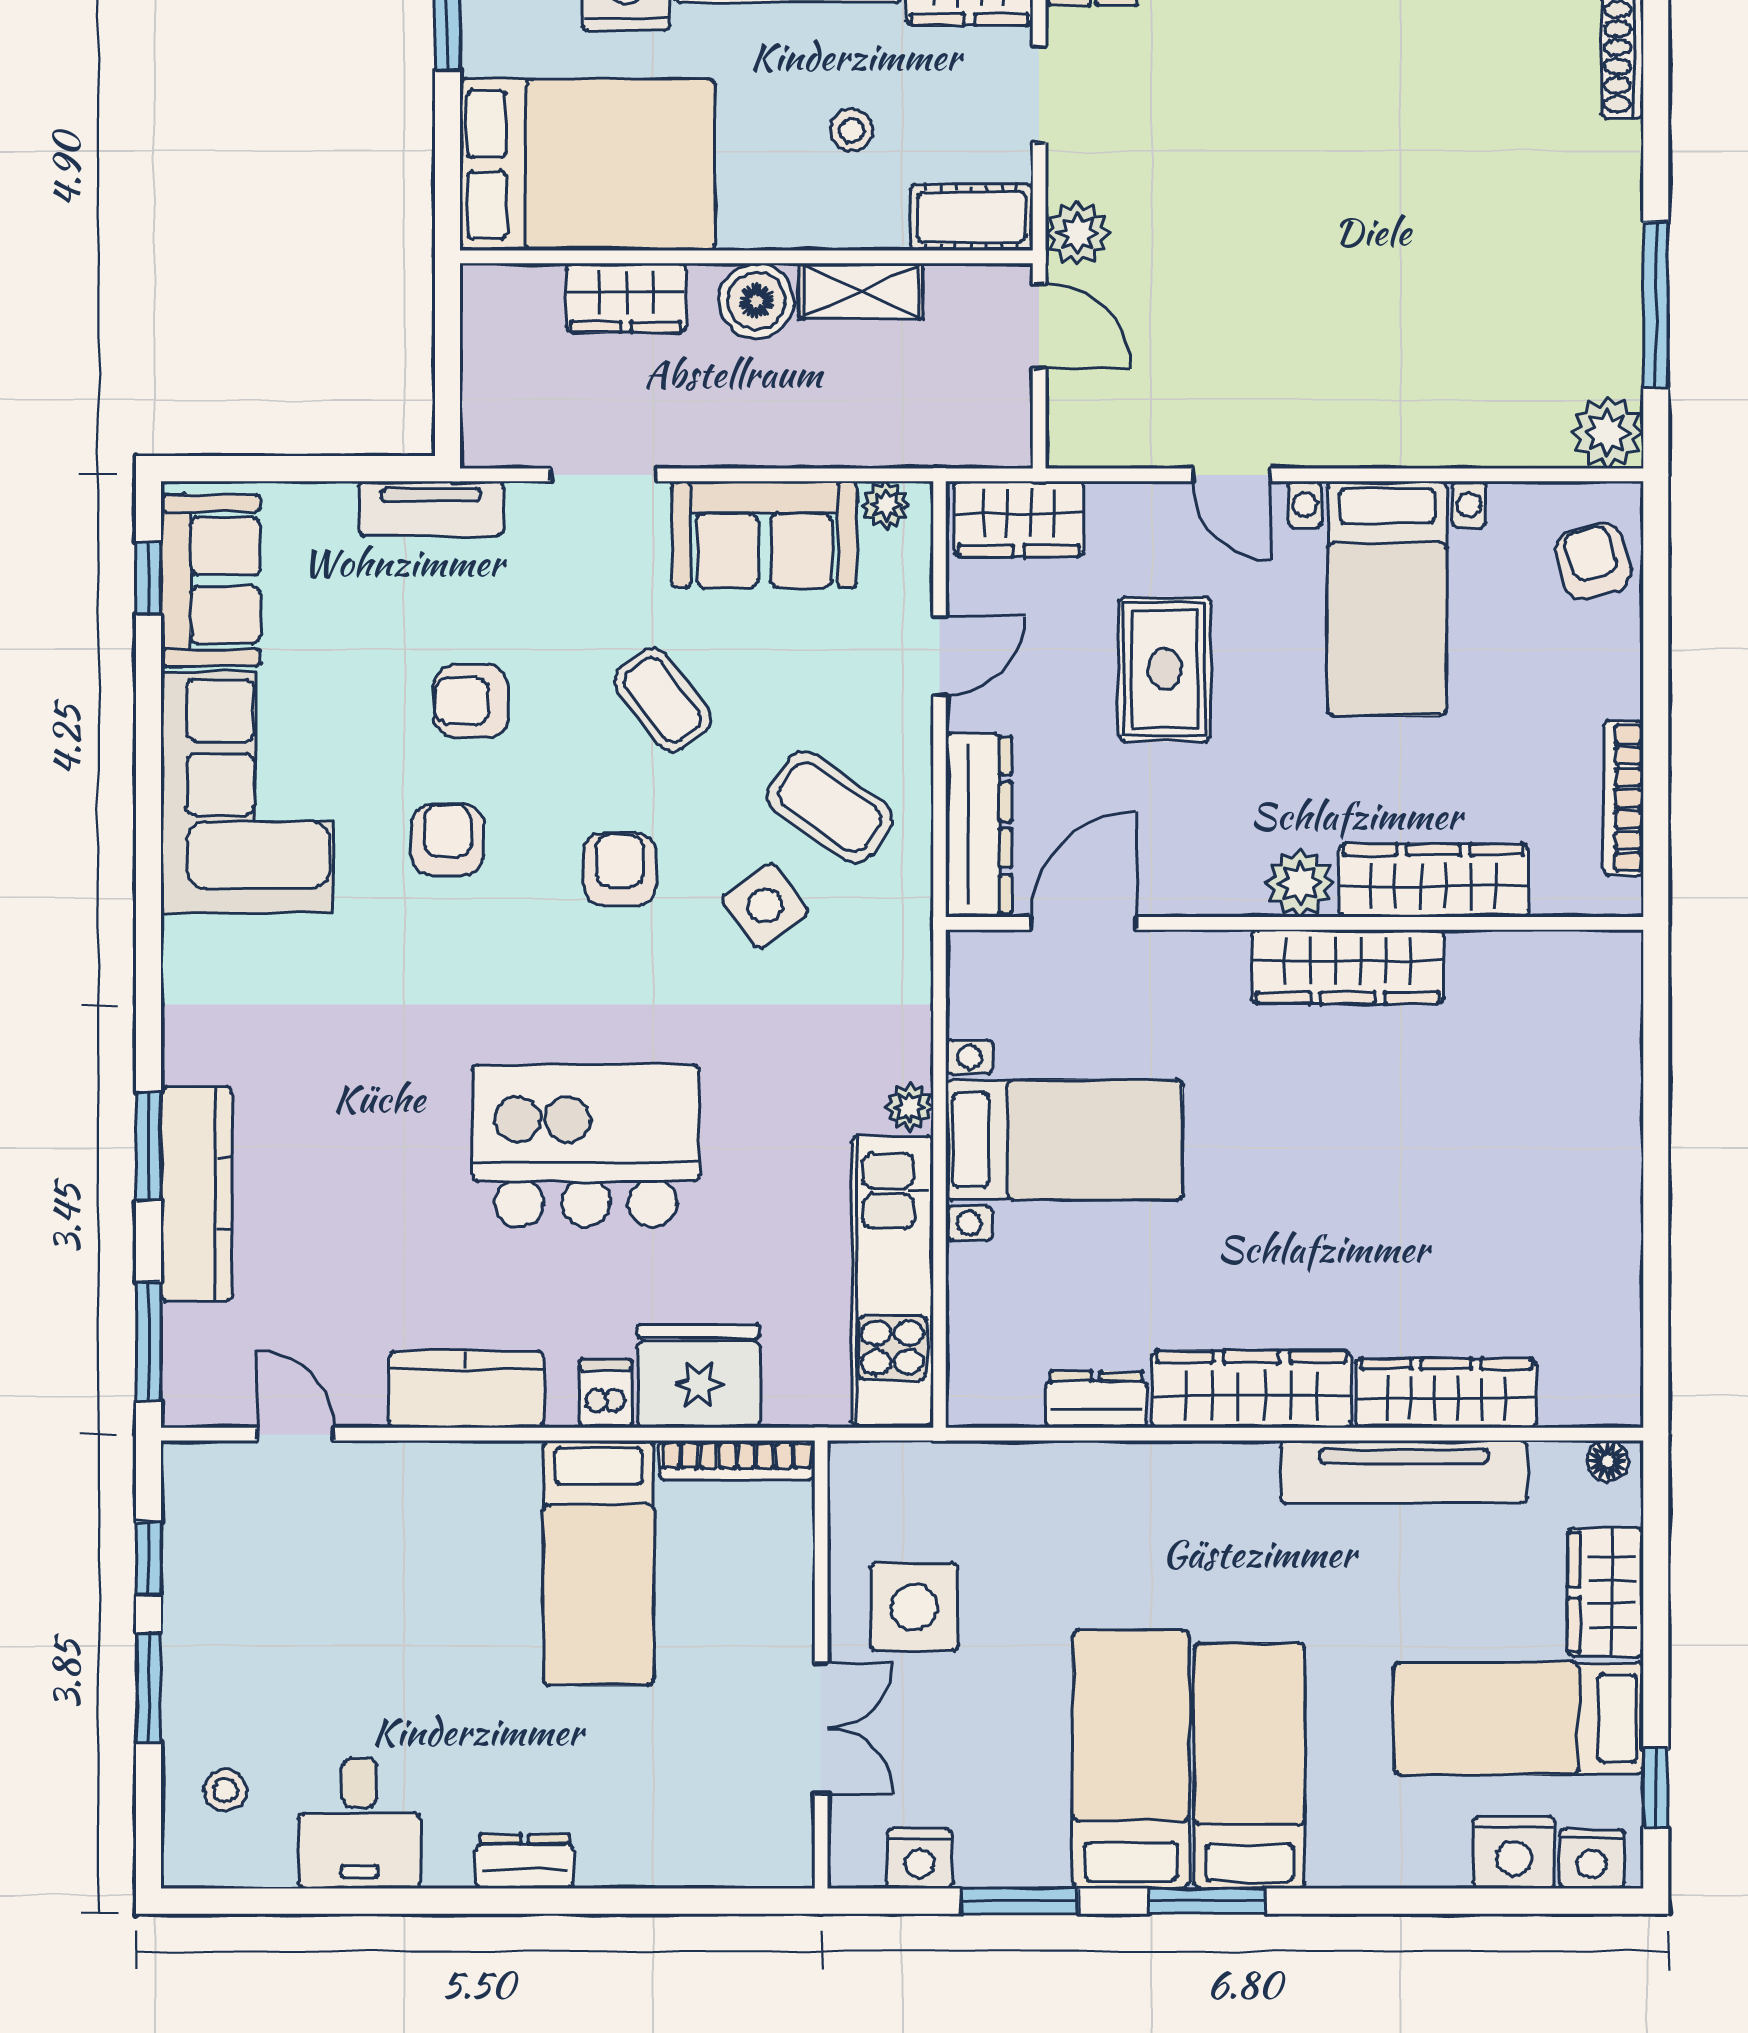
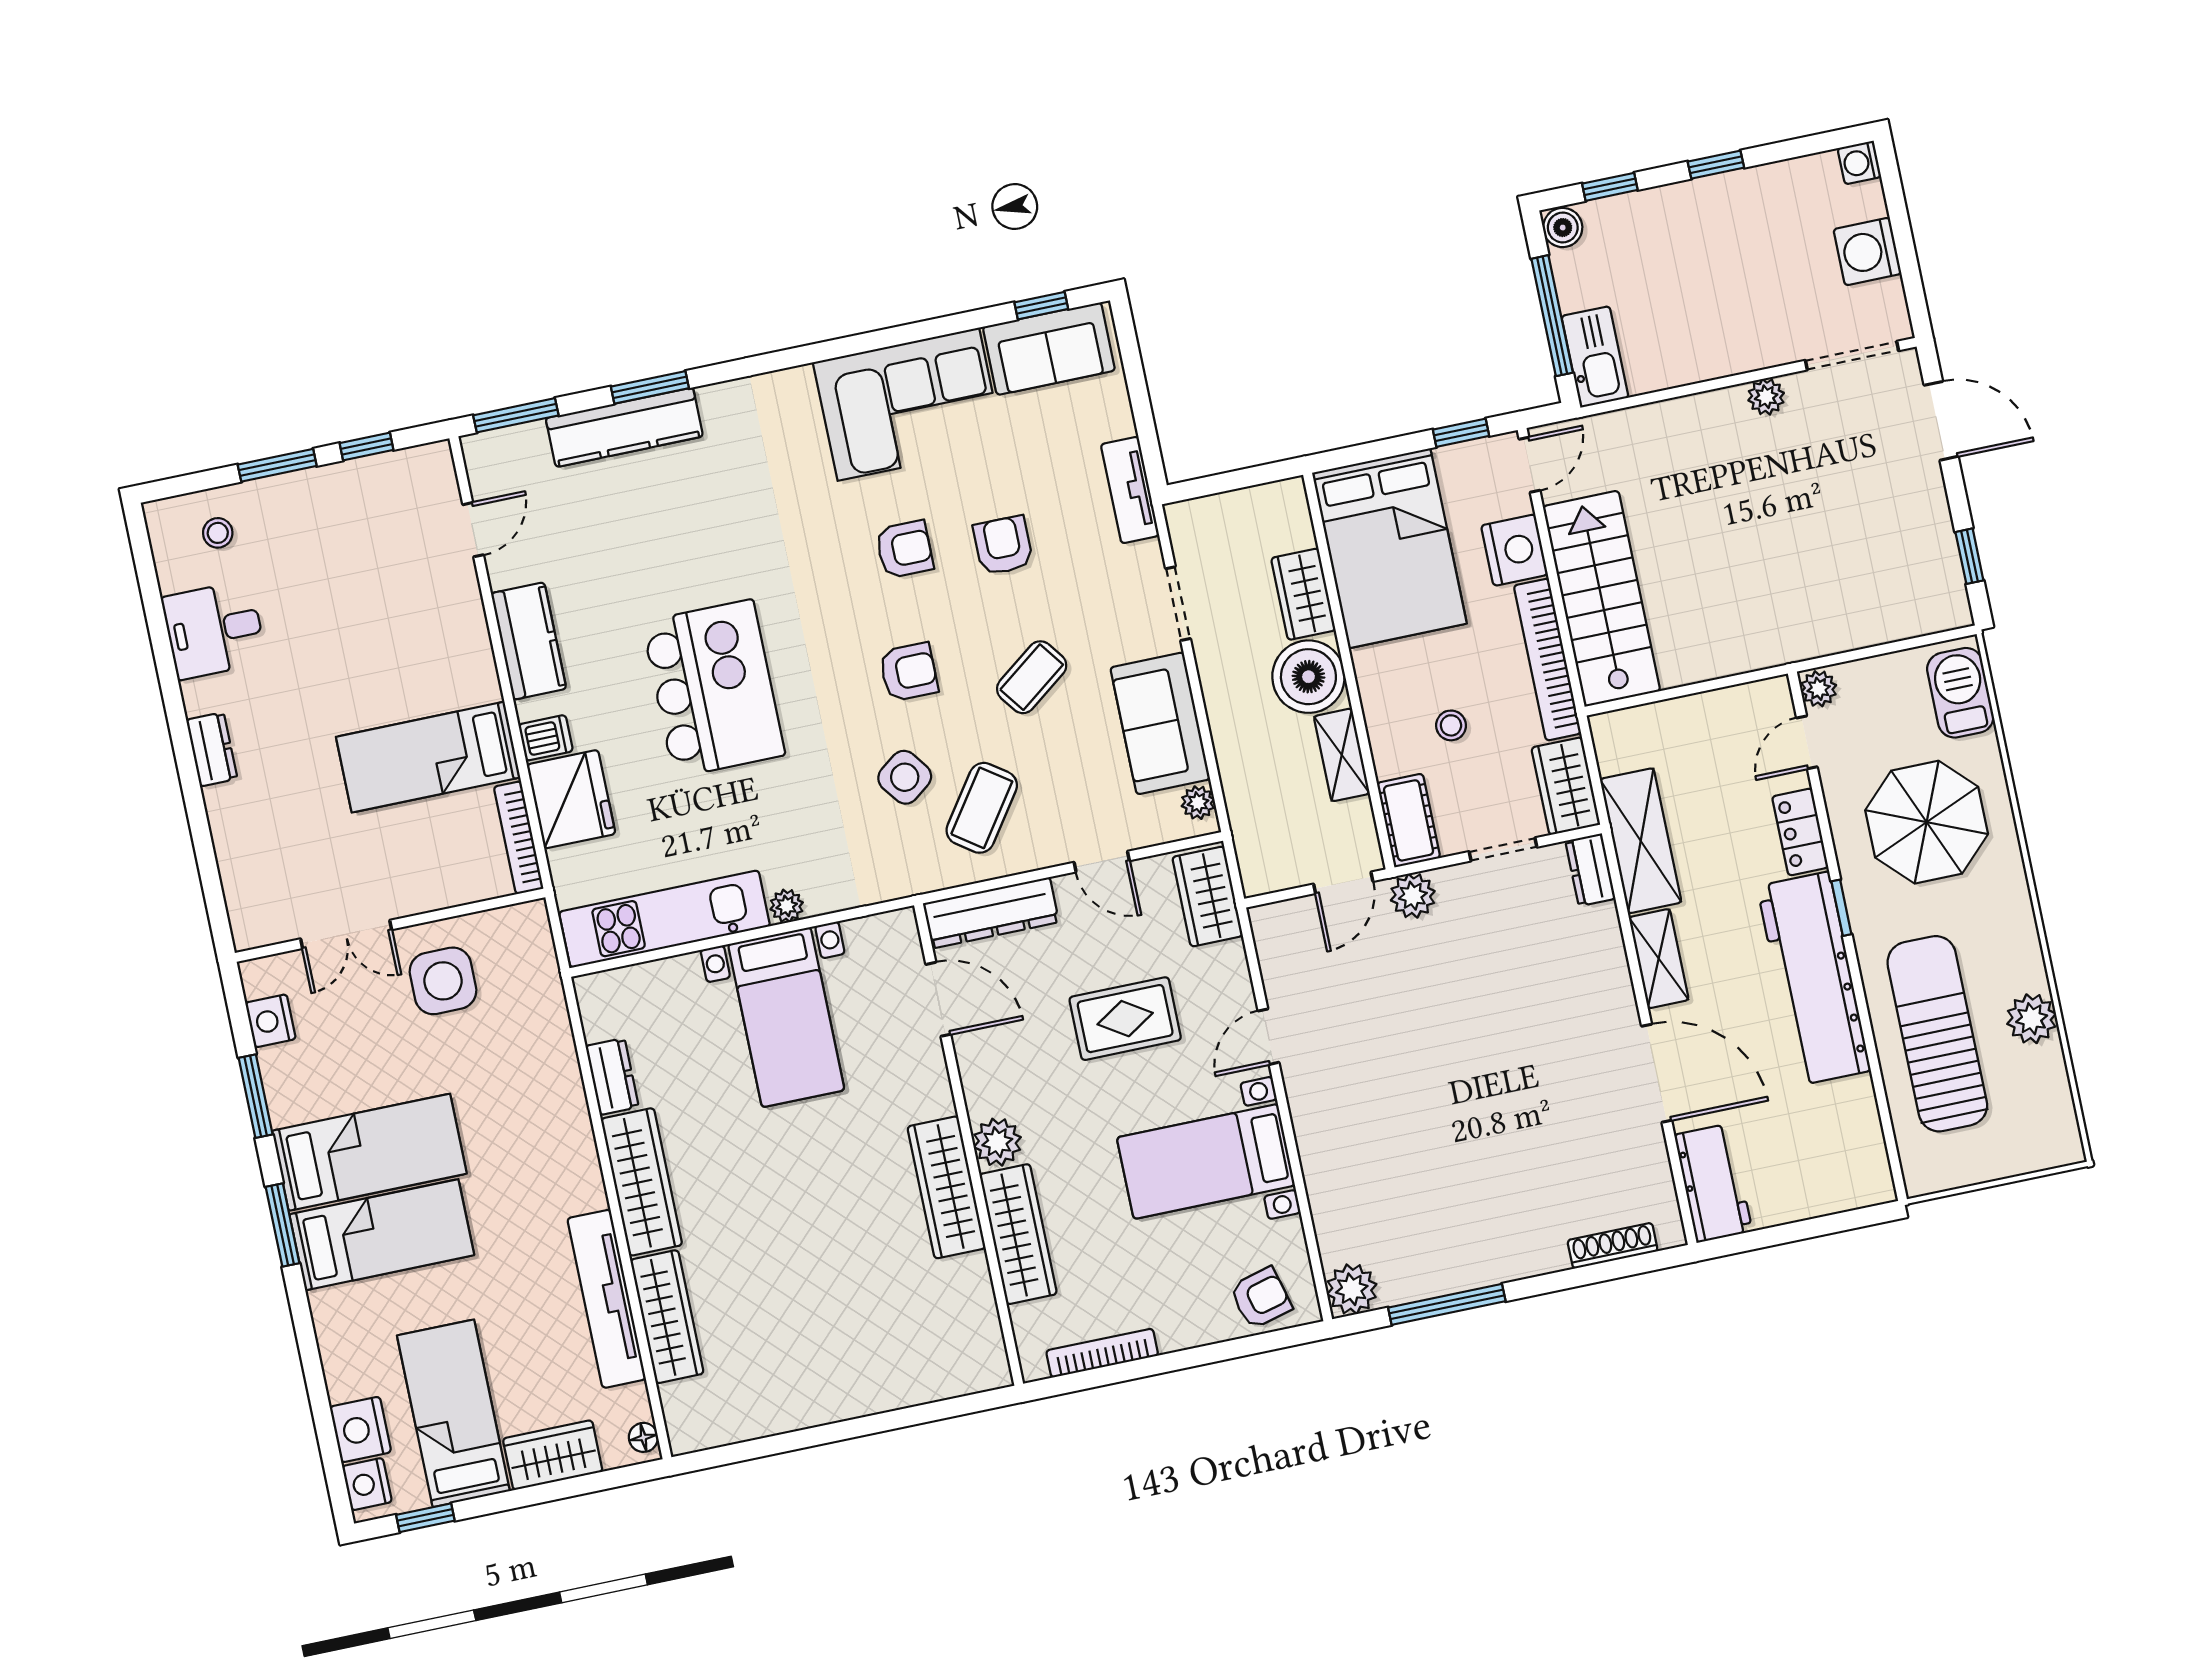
boiler: (756, 301) -> (1308, 677), width x1.37, depth x1.37

